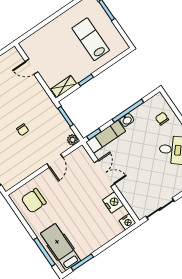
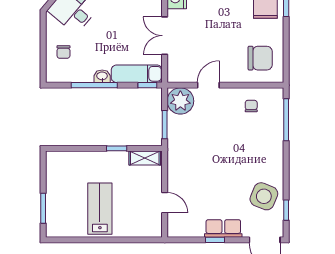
lab bench: (91, 39) -> (100, 209), moved, turned 180
chair: (23, 130) -> (251, 106), moved
plant: (73, 140) -> (180, 101), width x1.87, depth x1.87

